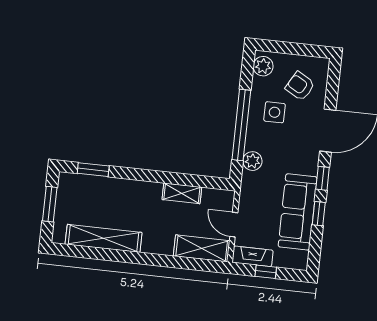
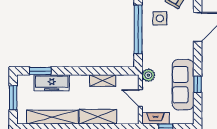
plant: (252, 161) -> (148, 75), moved
window: (323, 178) -> (198, 60), removed
freezer: (108, 189) -> (52, 83), added
shelving: (202, 248) -> (98, 117), moved

